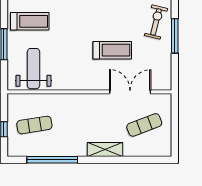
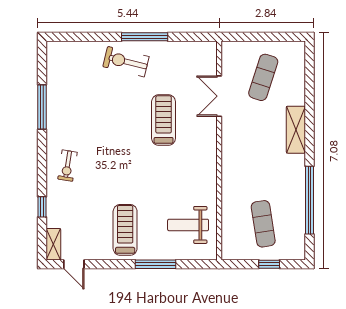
weight bench: (34, 69) -> (188, 225), width x0.73, depth x0.75
double door: (130, 92) -> (219, 96), width x0.73
exercise mat: (144, 125) -> (263, 77), turned 39

